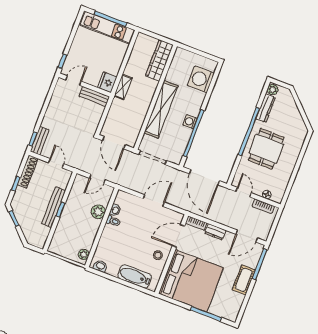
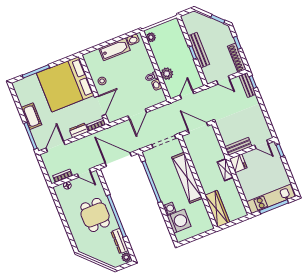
door: (73, 81) -> (261, 144), hinge flipped
washing machine: (190, 122) -> (169, 209), moved
bathtub: (135, 276) -> (115, 49), moved

